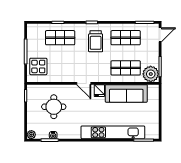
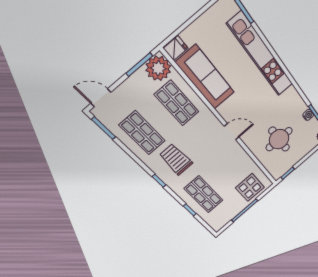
trolley: (96, 41) -> (176, 159), turned -90
door: (84, 83) -> (232, 132), hinge flipped
fridge: (99, 91) -> (176, 48), moved

